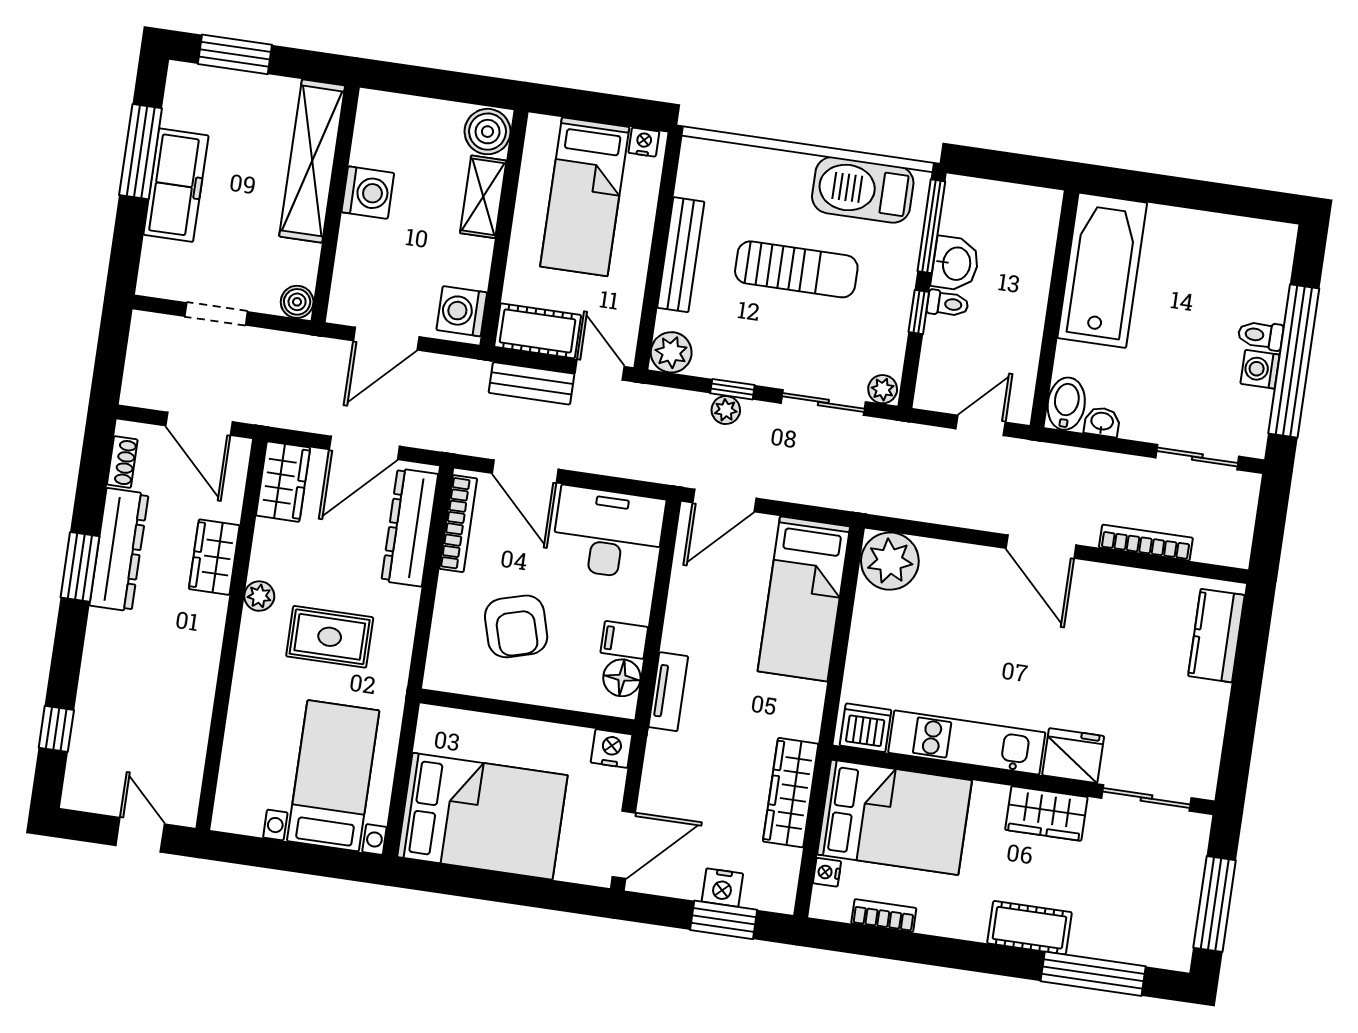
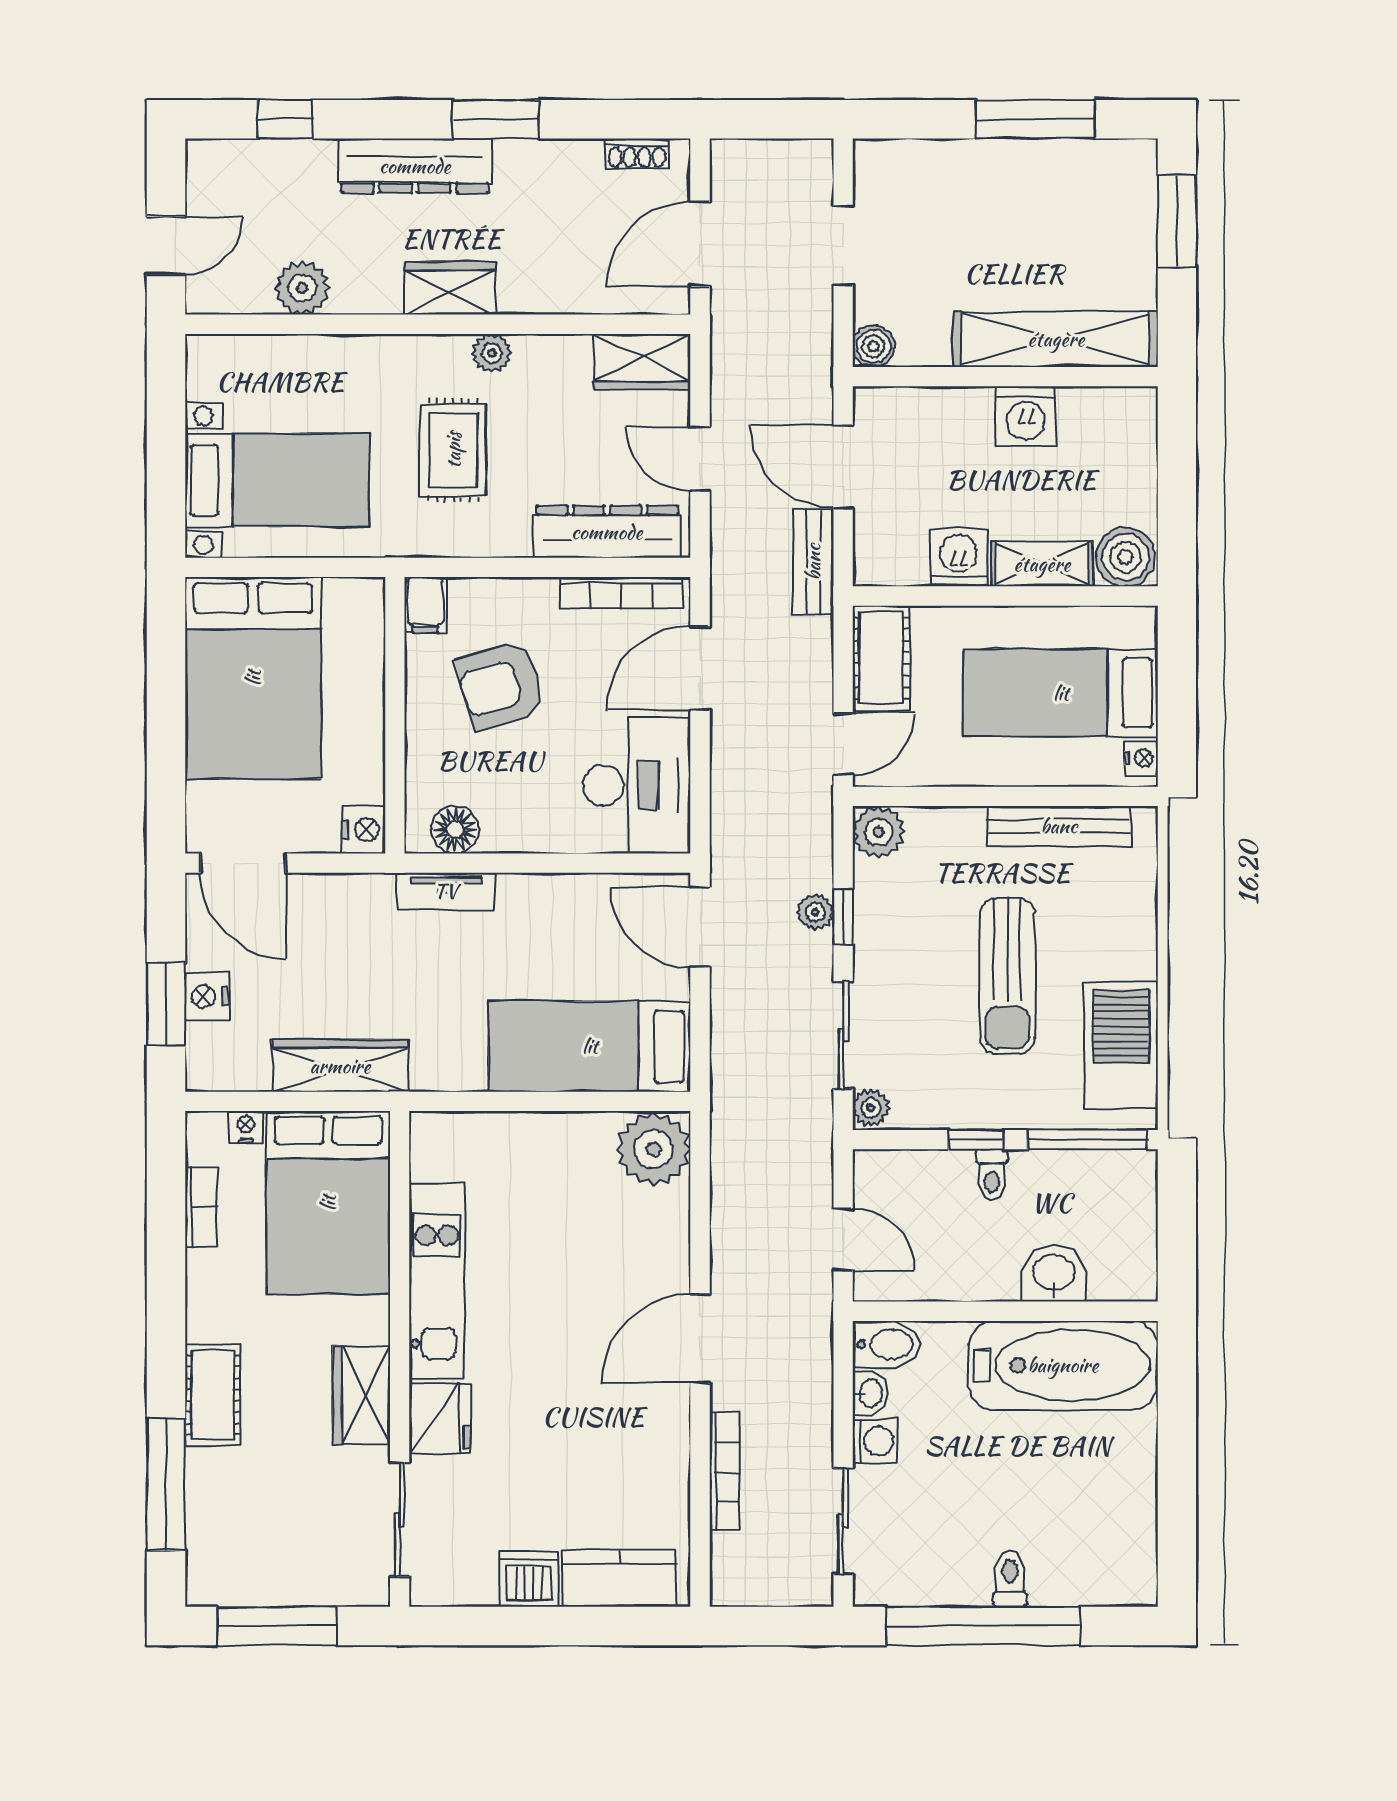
freezer: (176, 185) -> (999, 170), removed
bench: (681, 255) -> (1059, 826), moved
washbasin: (955, 264) -> (1054, 1274), moved, turned 180
washing machine: (462, 311) -> (958, 558), moved
washing machine: (1260, 369) -> (875, 1441), moved, turned 90
bench: (532, 383) -> (813, 562), moved
door: (364, 448) -> (700, 459), width x0.73
dresser: (119, 550) -> (415, 166), moved
wardrobe: (214, 557) -> (450, 288), moved
filing cabinet: (624, 640) -> (425, 605), moved, turned 180
dishwasher: (866, 728) -> (529, 1579), moved, turned -90
plant: (188, 735) -> (302, 288), added

